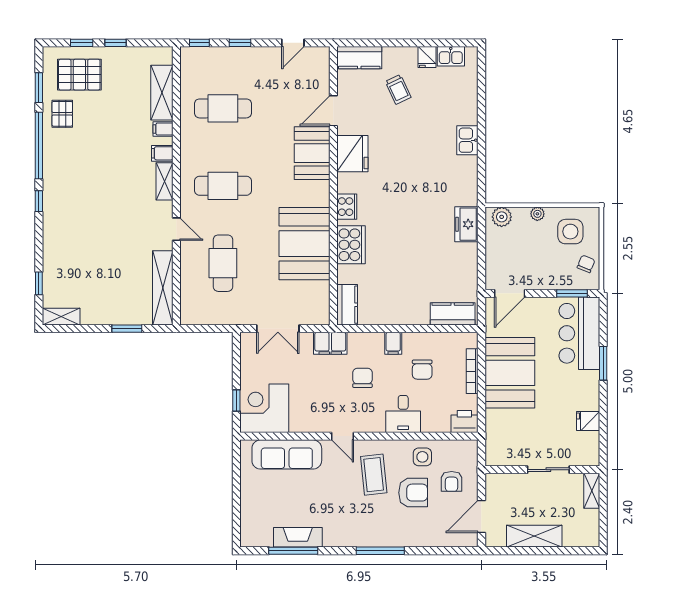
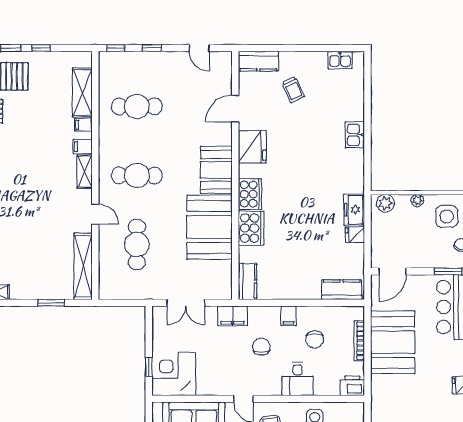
door: (293, 43) -> (199, 48), hinge flipped
fridge: (427, 57) -> (355, 235), moved, turned 90
booth: (312, 153) -> (216, 170), moved
cooker: (347, 207) -> (250, 194), width x1.37, depth x1.31

